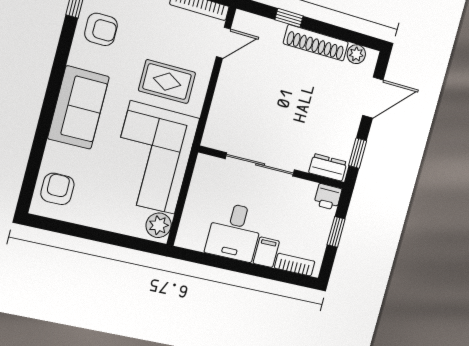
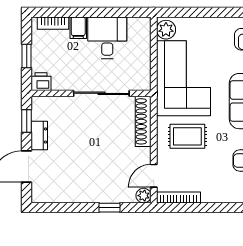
shoe rack: (316, 43) -> (143, 121), moved, turned -90
plant: (356, 54) -> (144, 196), moved
dresser: (328, 167) -> (39, 135), moved, turned -90

